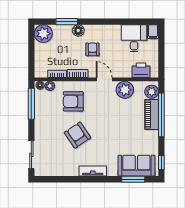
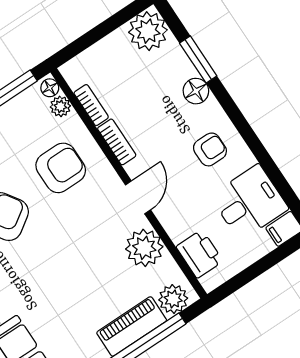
armchair: (92, 49) -> (210, 149), moved
armchair: (73, 101) -> (61, 168), turned 90

